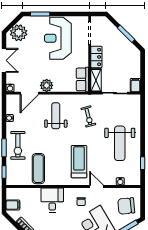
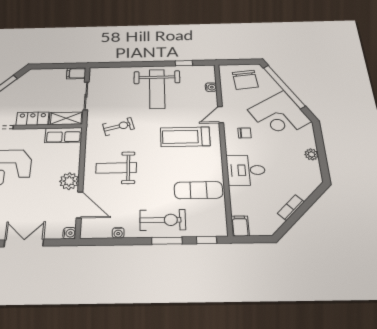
weight bench: (120, 143) -> (157, 89), turned 90
filing cabinet: (13, 205) -> (240, 226), moved

